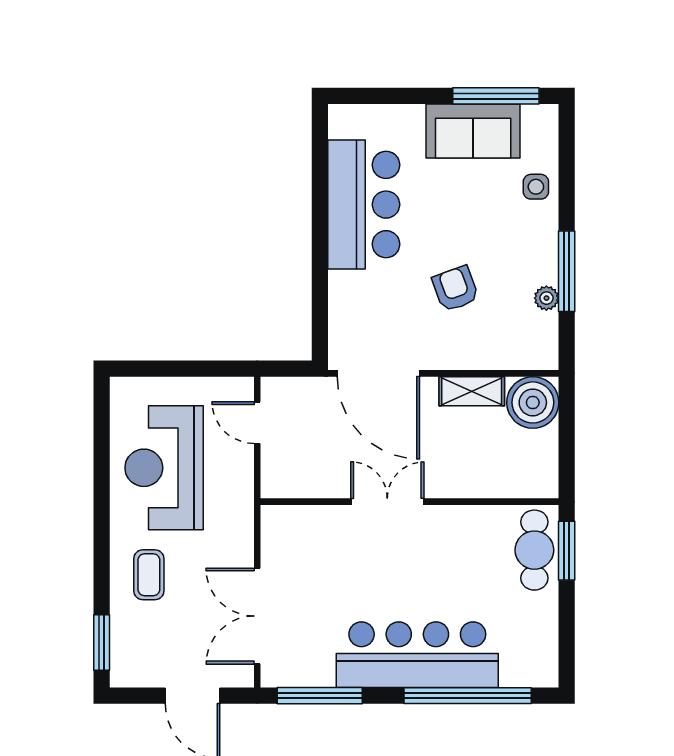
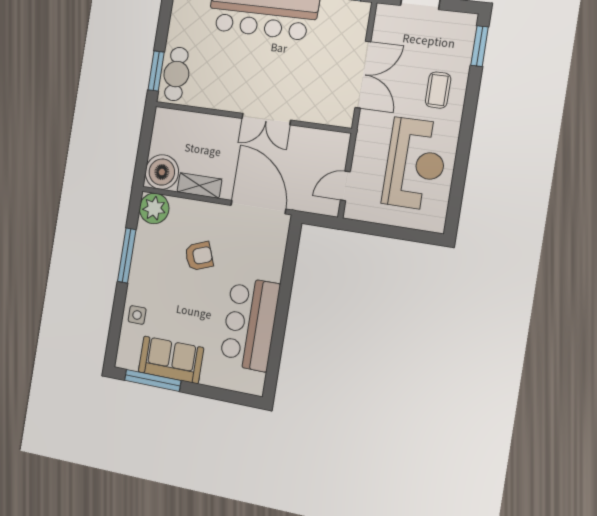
armchair: (455, 289) -> (199, 256), turned -91
plant: (546, 298) -> (154, 208), moved, width x1.88, depth x1.88
door: (257, 423) -> (345, 186), swing flipped
double door: (257, 616) -> (363, 75), moved

